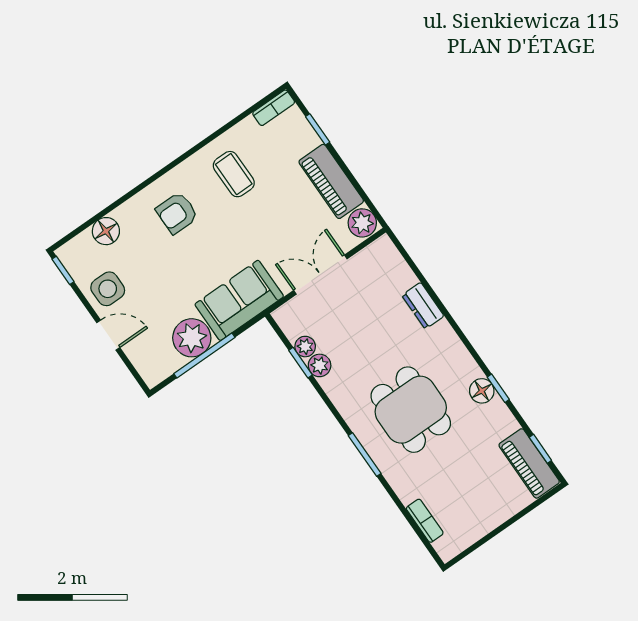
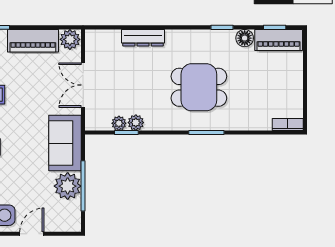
dresser: (423, 306) -> (143, 38), width x1.44
floor lamp: (482, 391) -> (245, 38), moved
bookcase: (425, 521) -> (288, 124), moved

